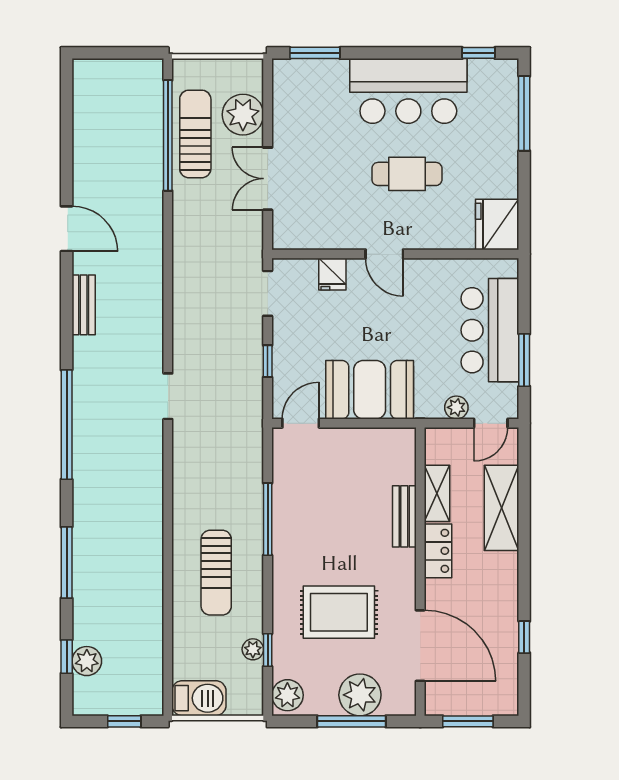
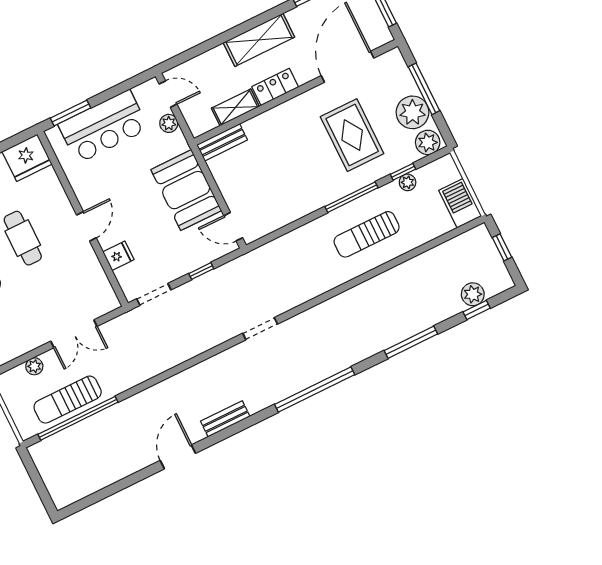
plant: (243, 115) -> (34, 366), width x0.53, depth x0.53
window: (524, 360) -> (70, 113), moved
shelving: (502, 508) -> (259, 40), moved
bench: (404, 516) -> (222, 142), moved
window: (268, 519) -> (351, 197), moved
sun lounger: (216, 573) -> (367, 234), turned 180
plant: (360, 695) -> (413, 112), moved

